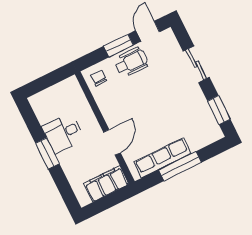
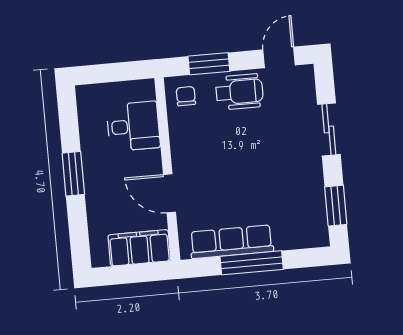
window: (118, 46) -> (209, 64), moved
desk: (63, 133) -> (133, 126), moved, turned 180
door: (112, 142) -> (170, 193), swing flipped

